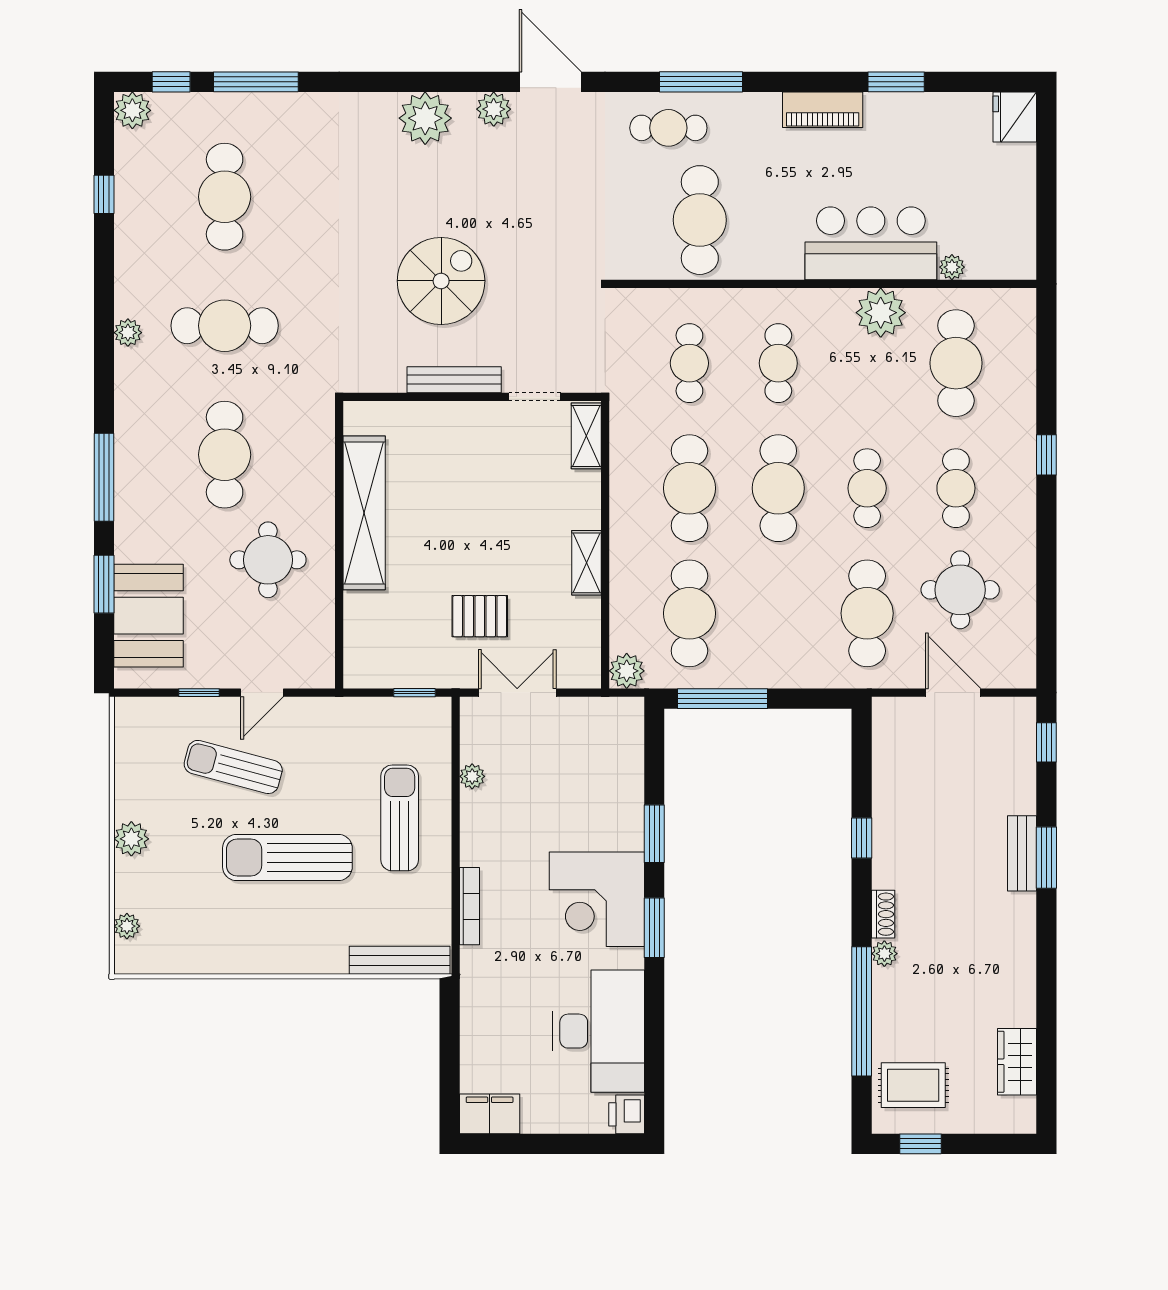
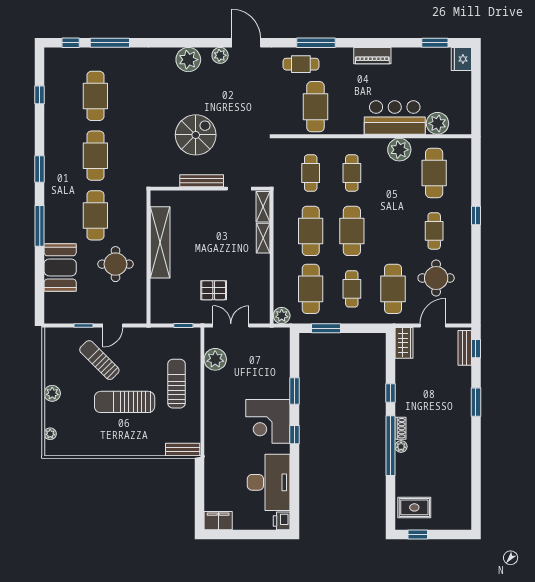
window: (896, 82) -> (435, 43), moved
plant: (132, 110) -> (53, 56), removed
plant: (952, 267) -> (437, 123), width x1.88, depth x1.88
cafe table: (225, 326) -> (95, 156), turned 90
plant: (128, 333) -> (51, 159), removed
cafe table: (867, 488) -> (352, 289), moved
shelving: (586, 563) -> (263, 238), moved
window: (104, 584) -> (40, 169), moved
booth: (148, 616) -> (60, 267), moved
door: (953, 693) -> (433, 326), hinge flipped
window: (722, 699) -> (326, 328), width x0.69
sun lounger: (233, 767) -> (99, 360), turned 30
plant: (472, 776) -> (215, 359), width x1.88, depth x1.88
bench: (1022, 853) -> (465, 348), moved
bookcase: (469, 906) -> (209, 425), removed
window: (654, 928) -> (294, 435), width x0.67
bench: (400, 960) -> (183, 450), width x0.73
window: (862, 1011) -> (390, 446), moved
wardrobe: (1017, 1062) -> (404, 343), moved, turned 180

